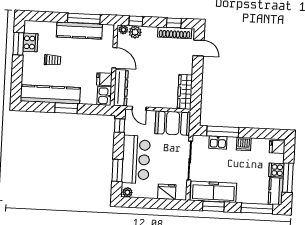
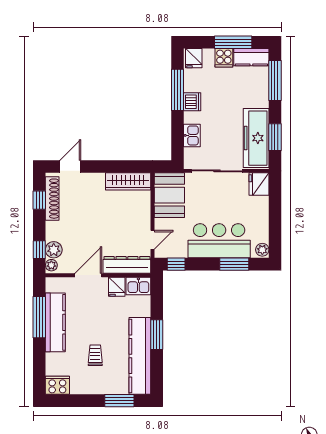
cooker: (30, 42) -> (57, 385), moved
window: (18, 44) -> (119, 401), moved
window: (223, 132) -> (177, 90), moved
fridge: (167, 192) -> (259, 184), moved

